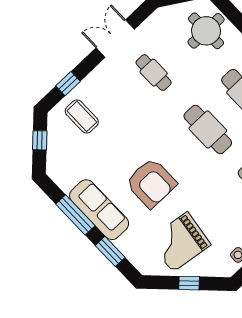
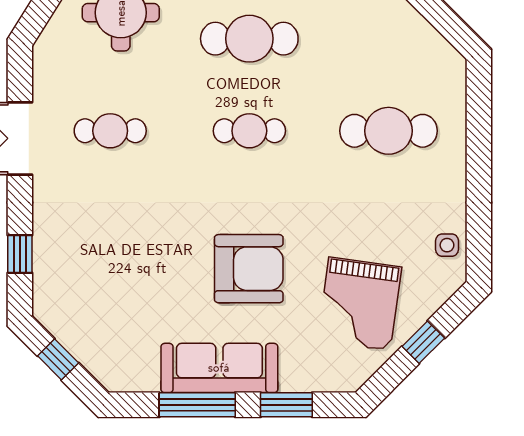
coffee table: (82, 116) -> (79, 276), removed
cafe table: (208, 129) -> (249, 131), width x0.73, depth x0.74

